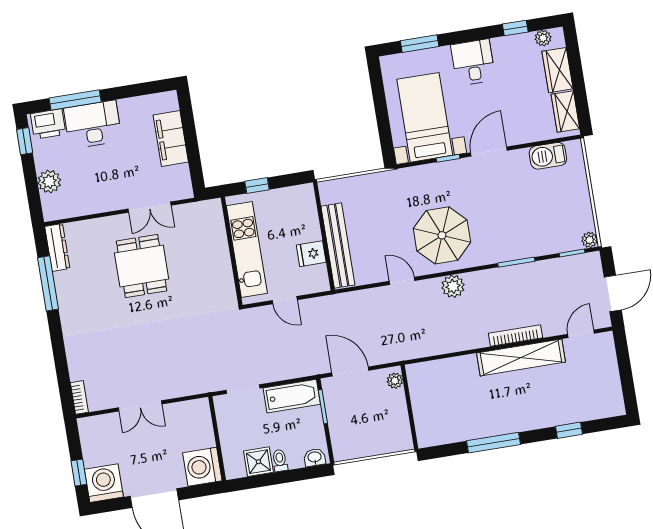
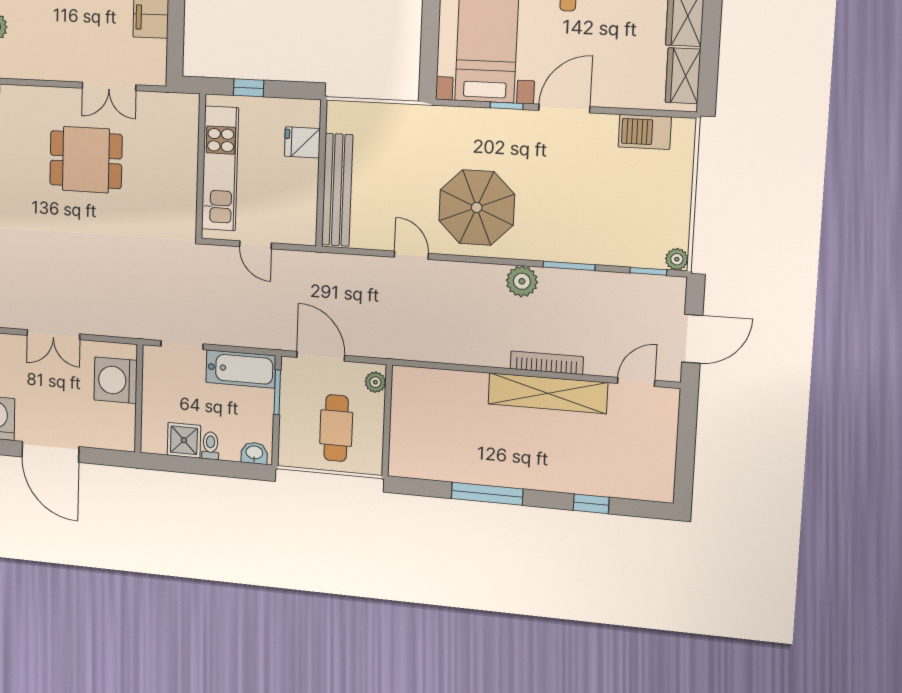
fridge: (311, 254) -> (302, 142), moved
dining table: (142, 266) -> (86, 160), turned 90
plant: (453, 286) -> (522, 281), moved
cafe table: (373, 422) -> (336, 428), added
washing machine: (202, 467) -> (116, 380), moved

